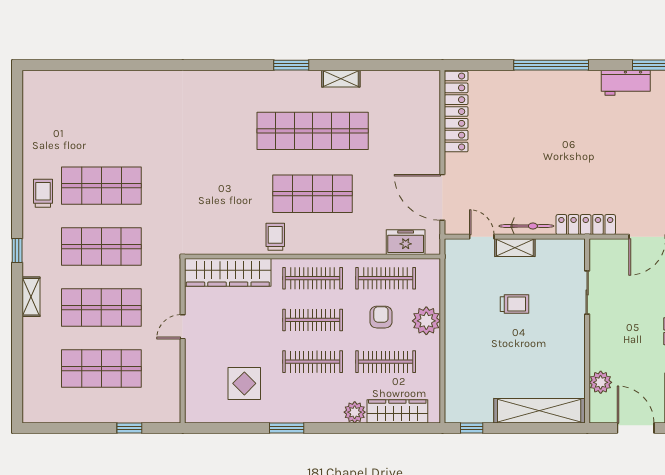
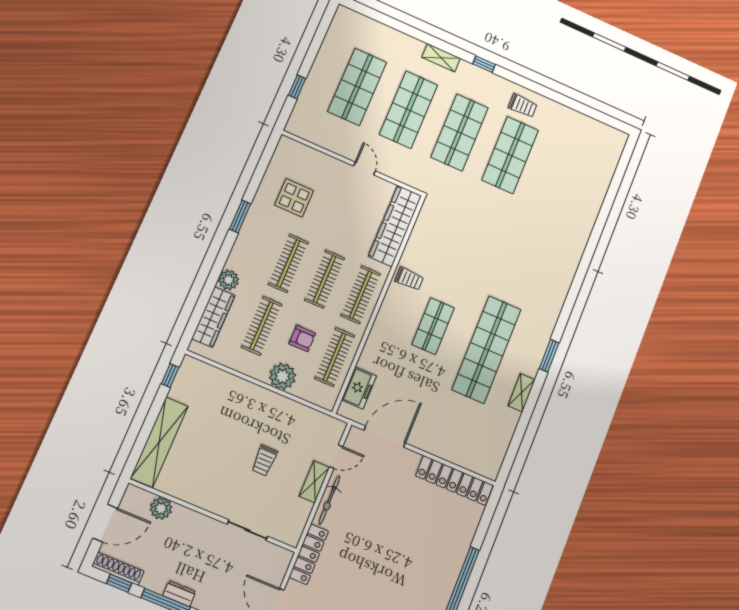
shop shelf: (313, 194) -> (433, 326), width x0.70, depth x0.74

